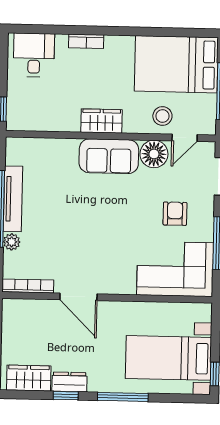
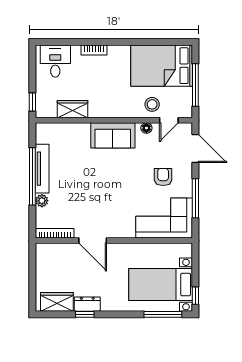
wardrobe: (101, 121) -> (73, 109), moved
floor lamp: (154, 154) -> (146, 128), width x0.53, depth x0.53
window: (123, 397) -> (163, 314), moved

